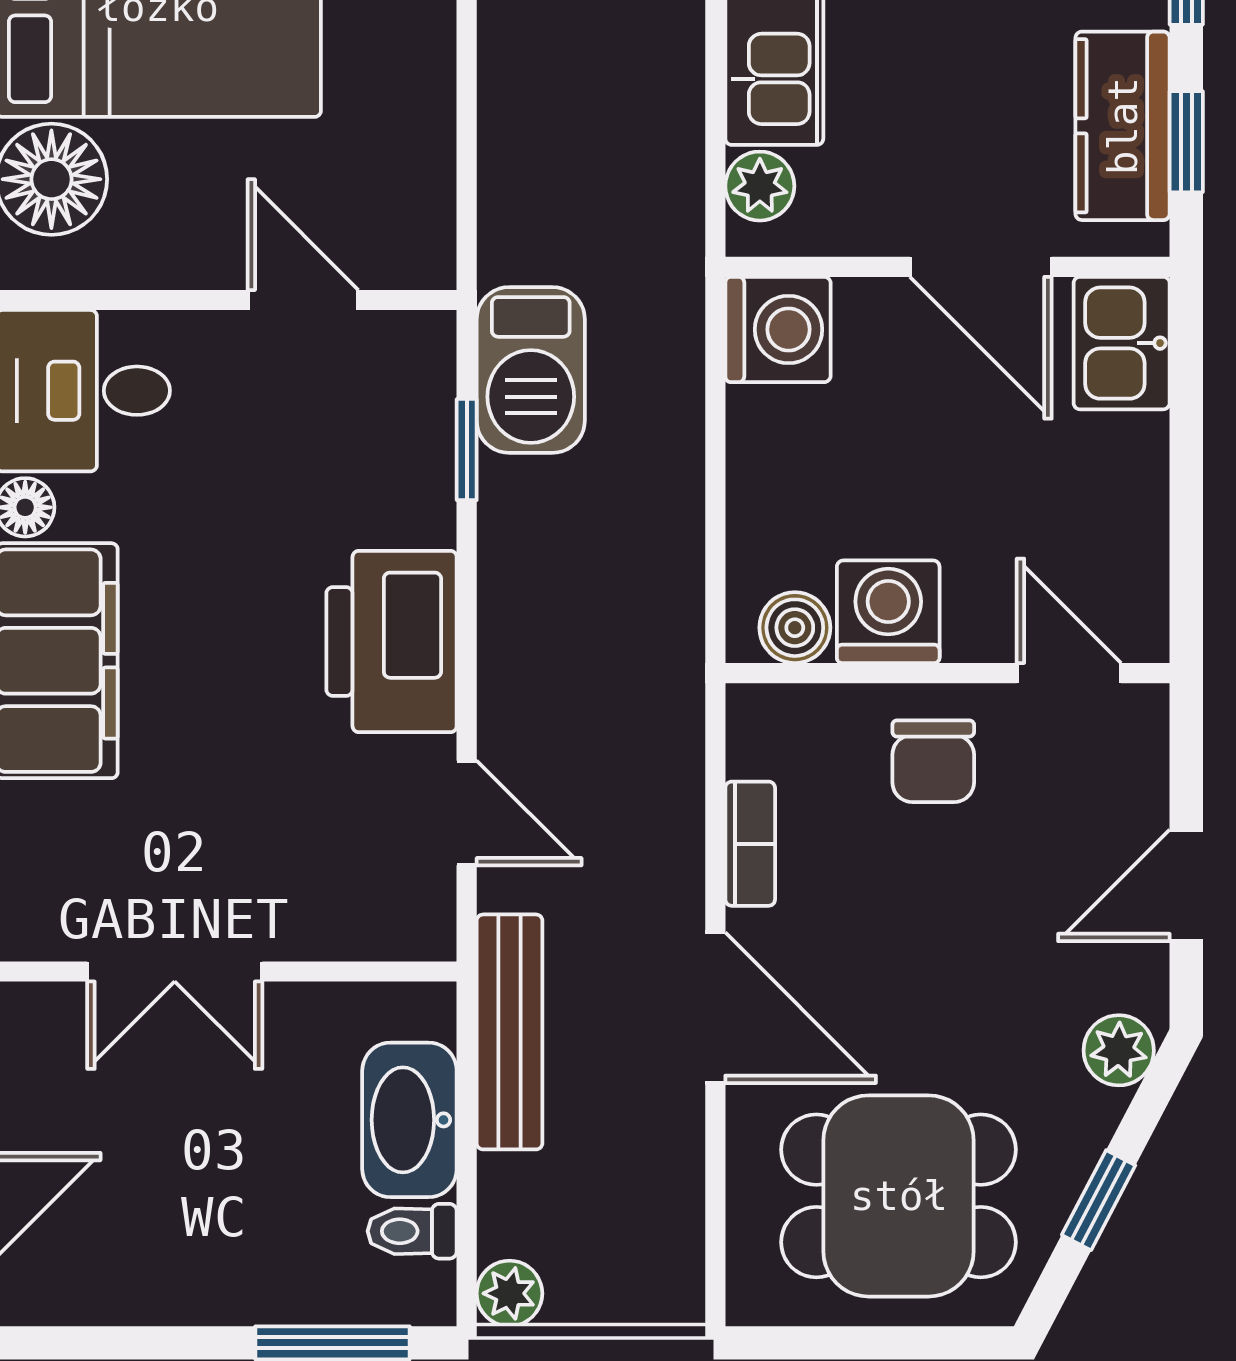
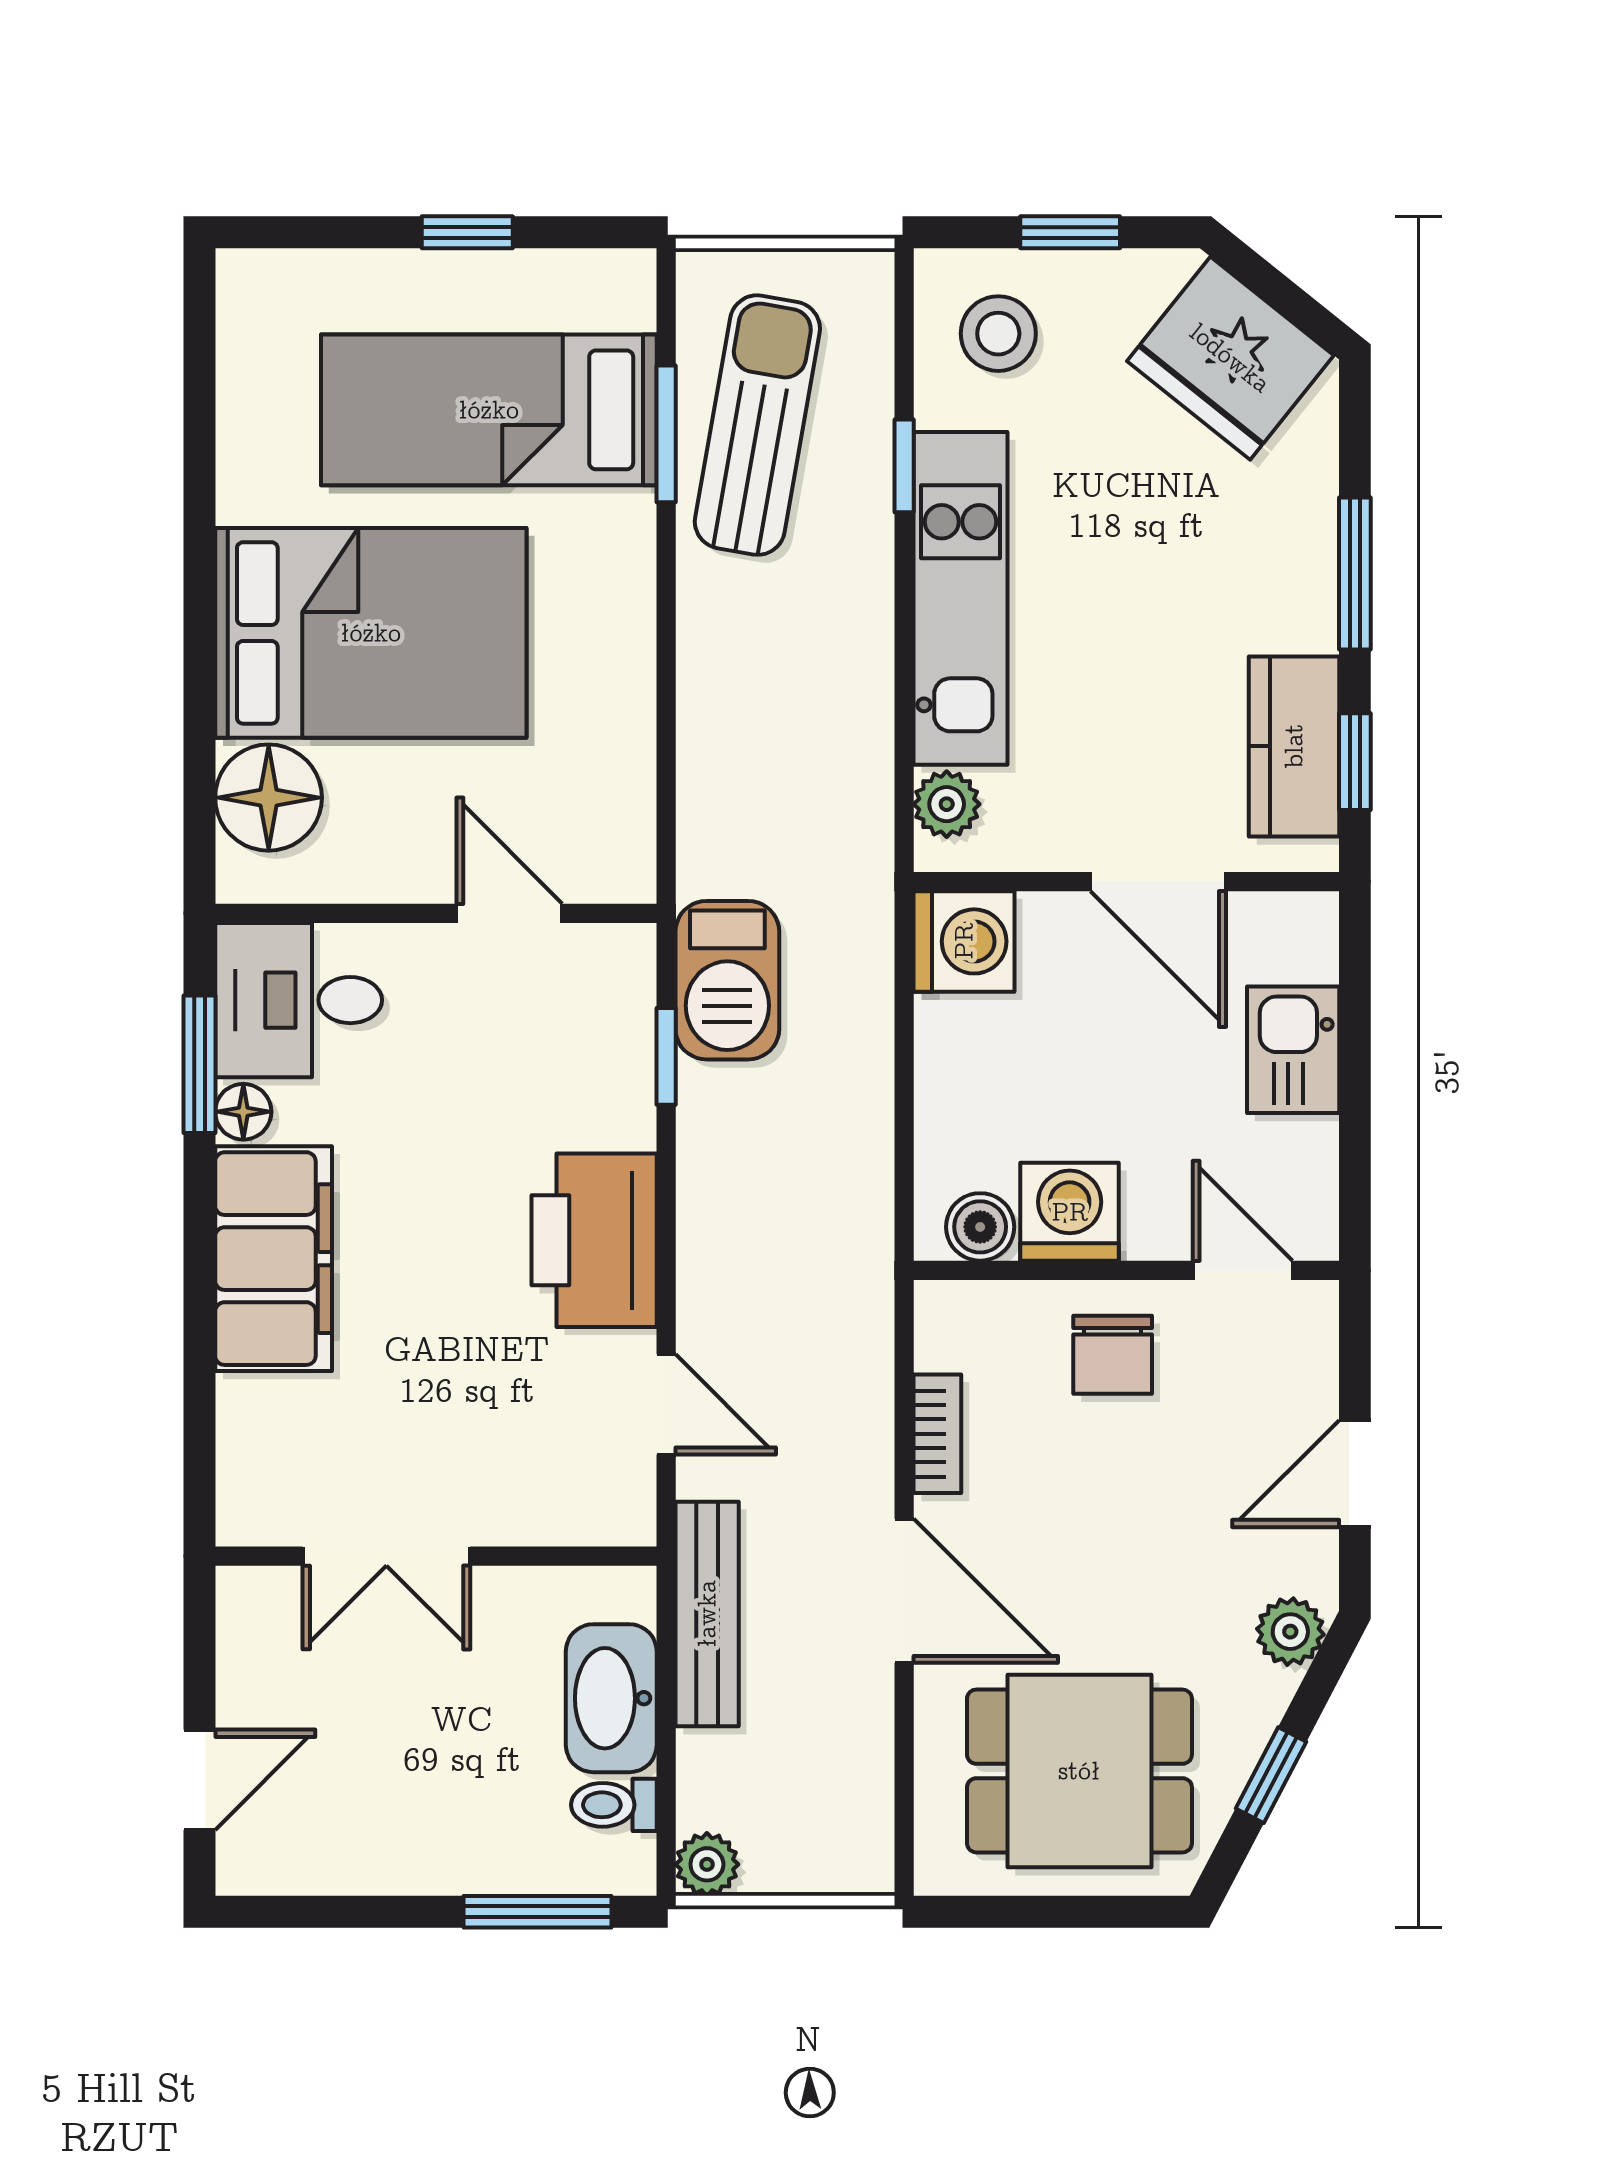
kitchen sink: (1122, 343) -> (1293, 1050), moved

